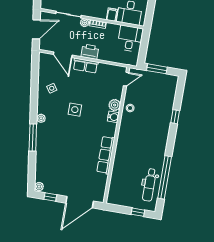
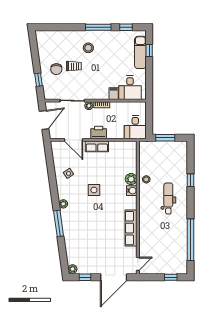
desk: (130, 38) -> (135, 127), moved, turned 180
door: (126, 79) -> (138, 264), moved
dental chair: (149, 185) -> (168, 198), moved, turned 180

